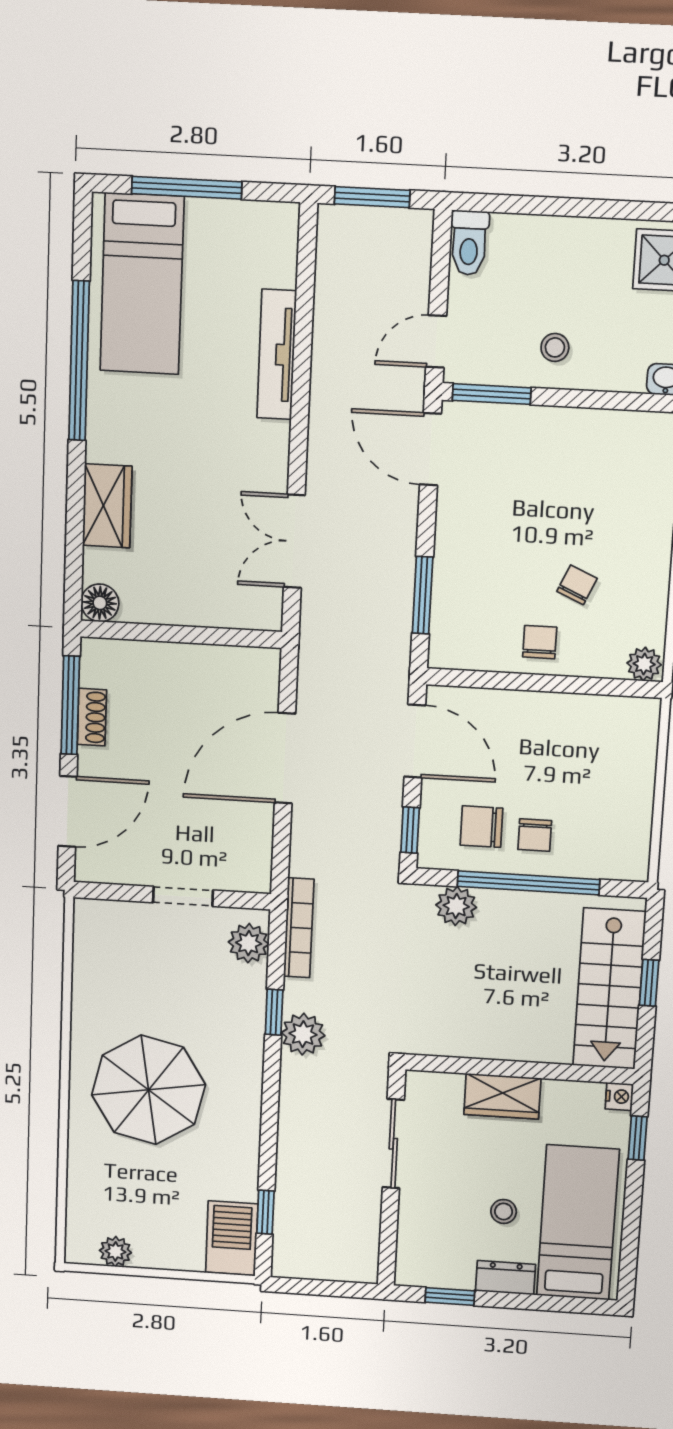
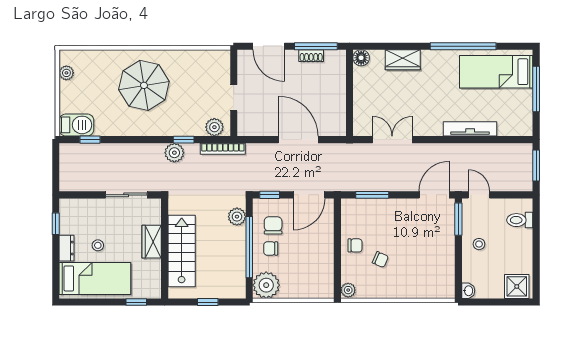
toilet: (469, 243) -> (520, 220), moved
plant: (619, 850) -> (266, 285), added
stairs: (609, 989) -> (182, 251), moved, turned 90
nightstand: (619, 1096) -> (155, 293), removed

